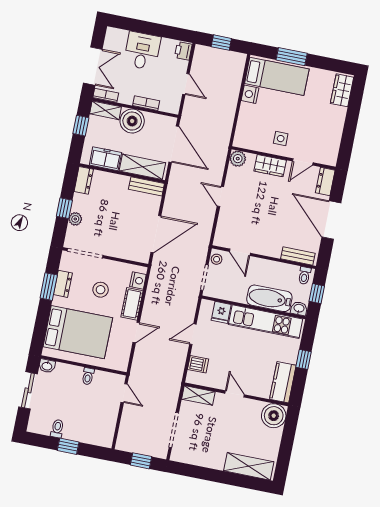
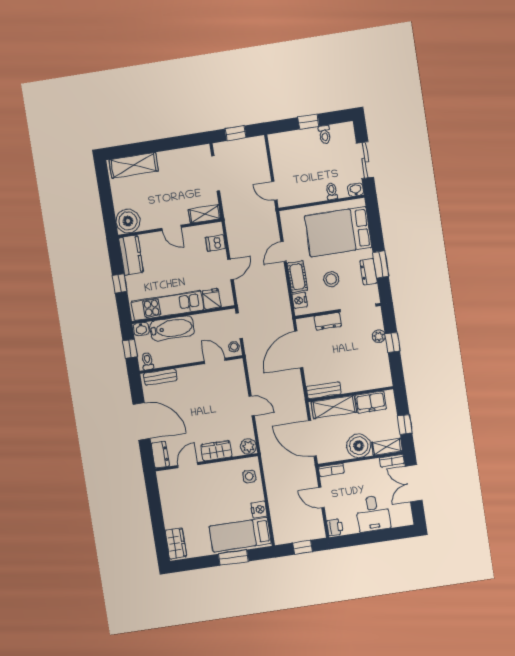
bookcase: (146, 103) -> (331, 470), moved
side table: (281, 139) -> (249, 476), moved
dresser: (84, 180) -> (328, 321), moved, turned -90
toilet: (88, 376) -> (332, 191), moved

